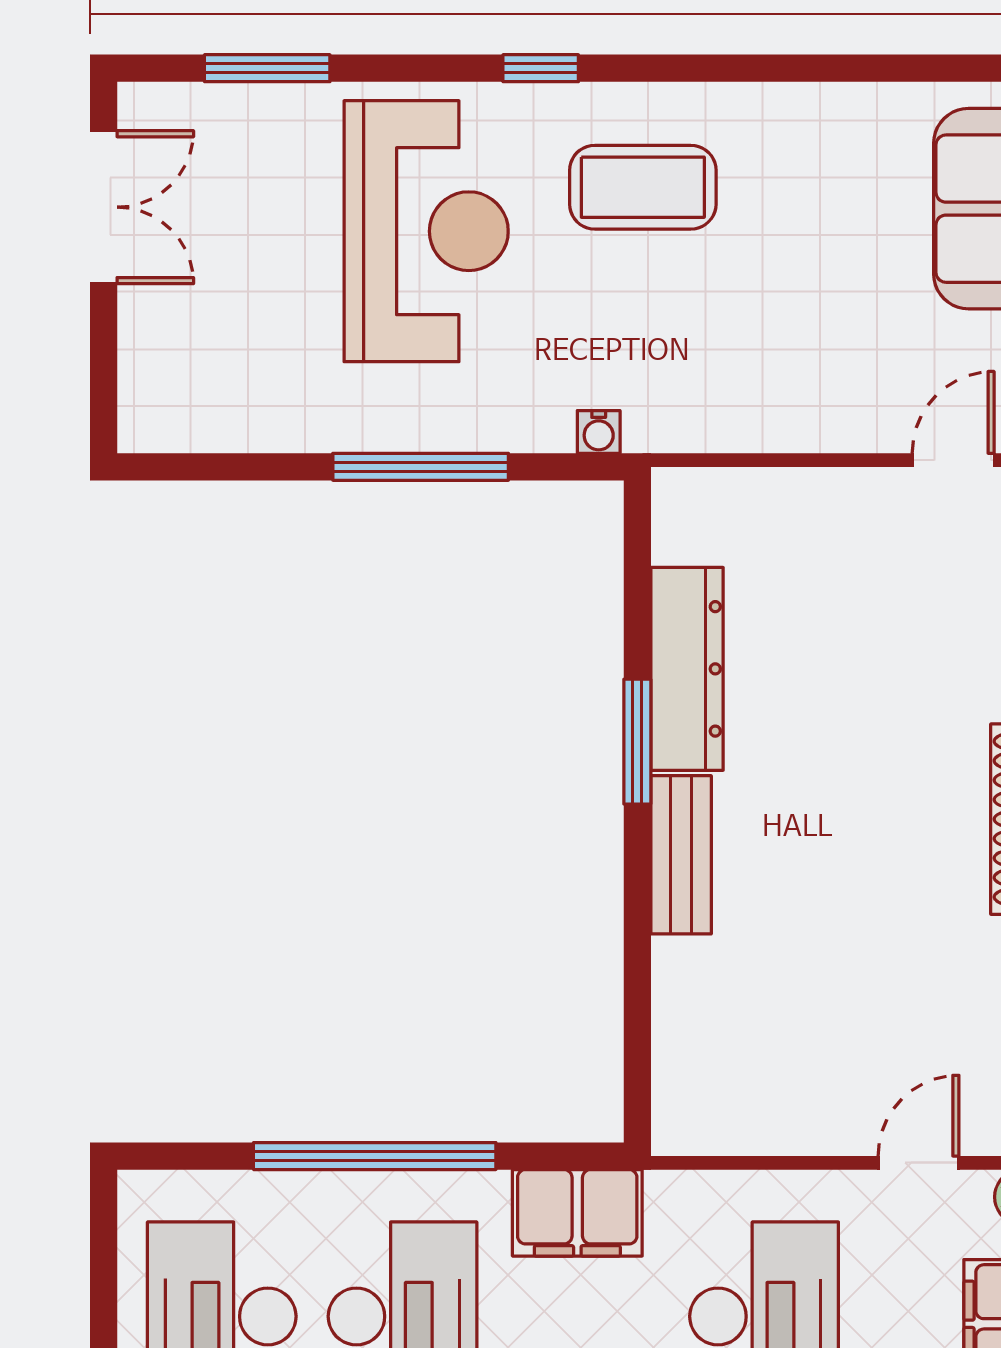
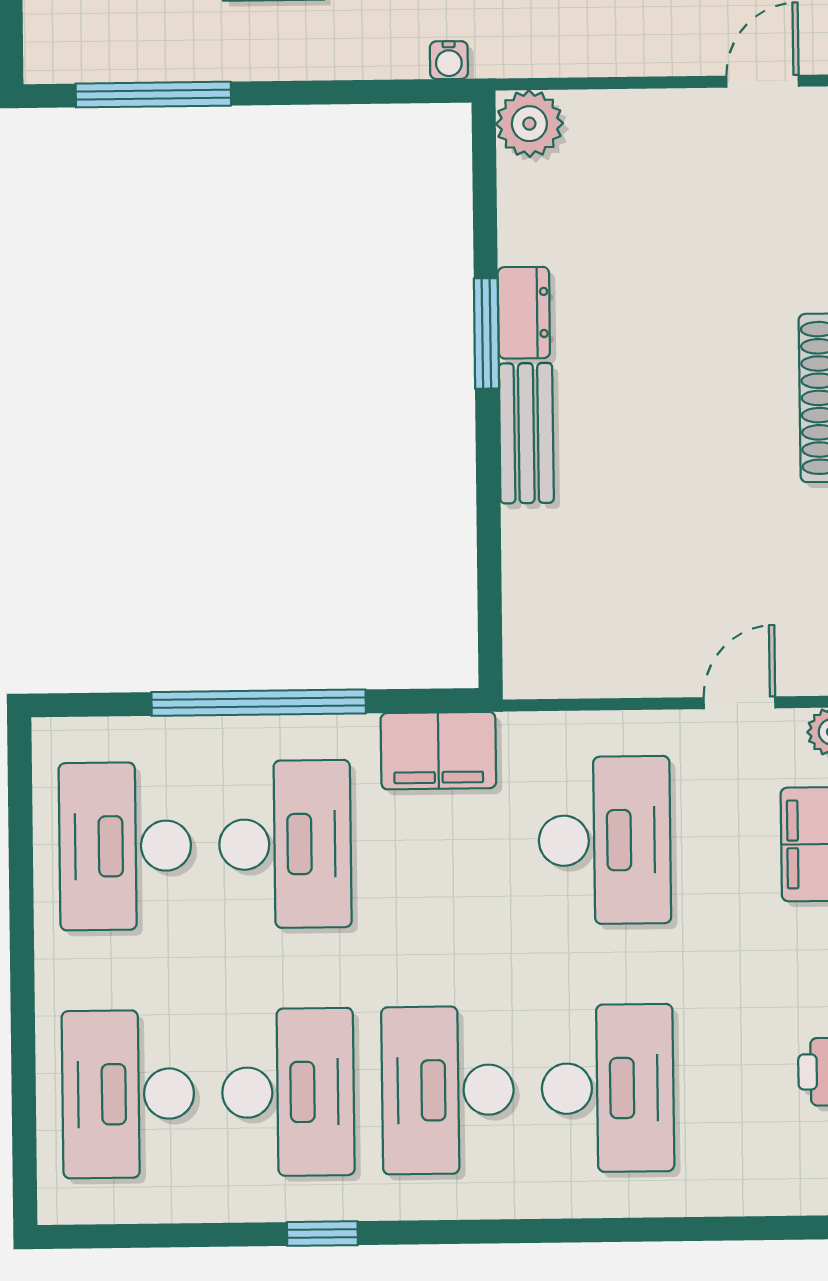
window: (421, 467) -> (153, 95), moved
plant: (689, 505) -> (529, 124), added
dresser: (687, 669) -> (524, 313), width x0.51, depth x0.80

